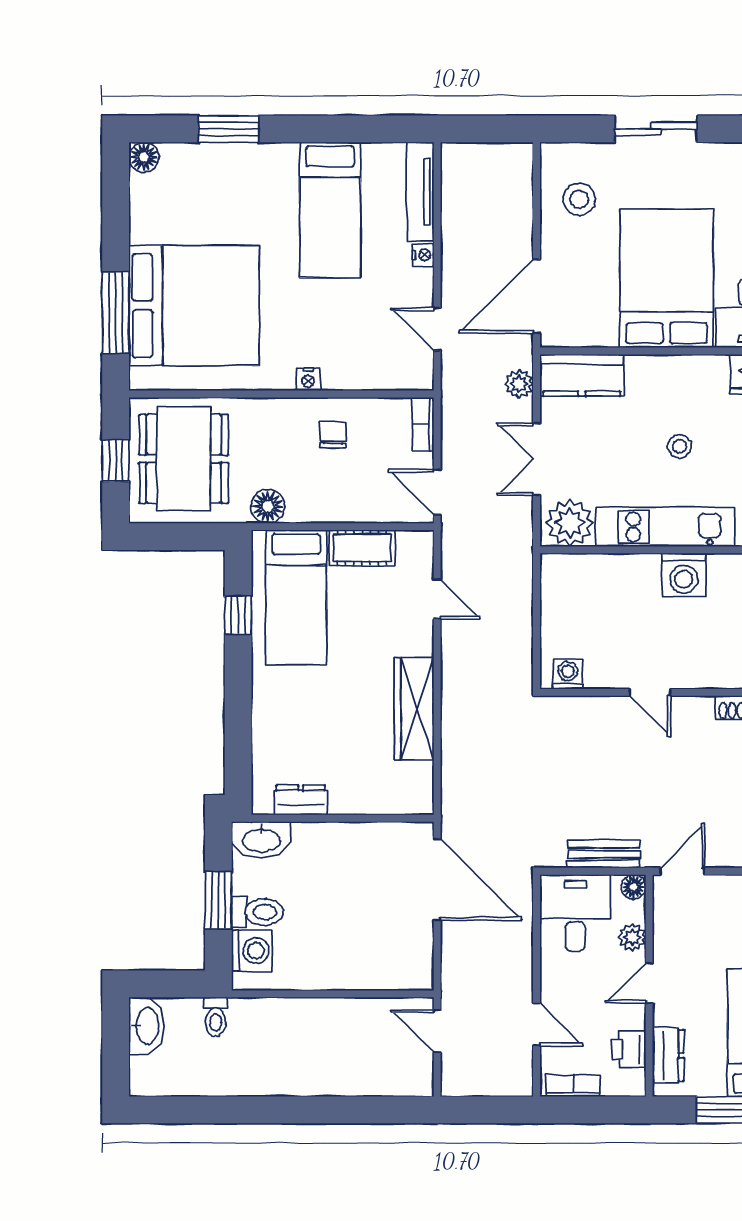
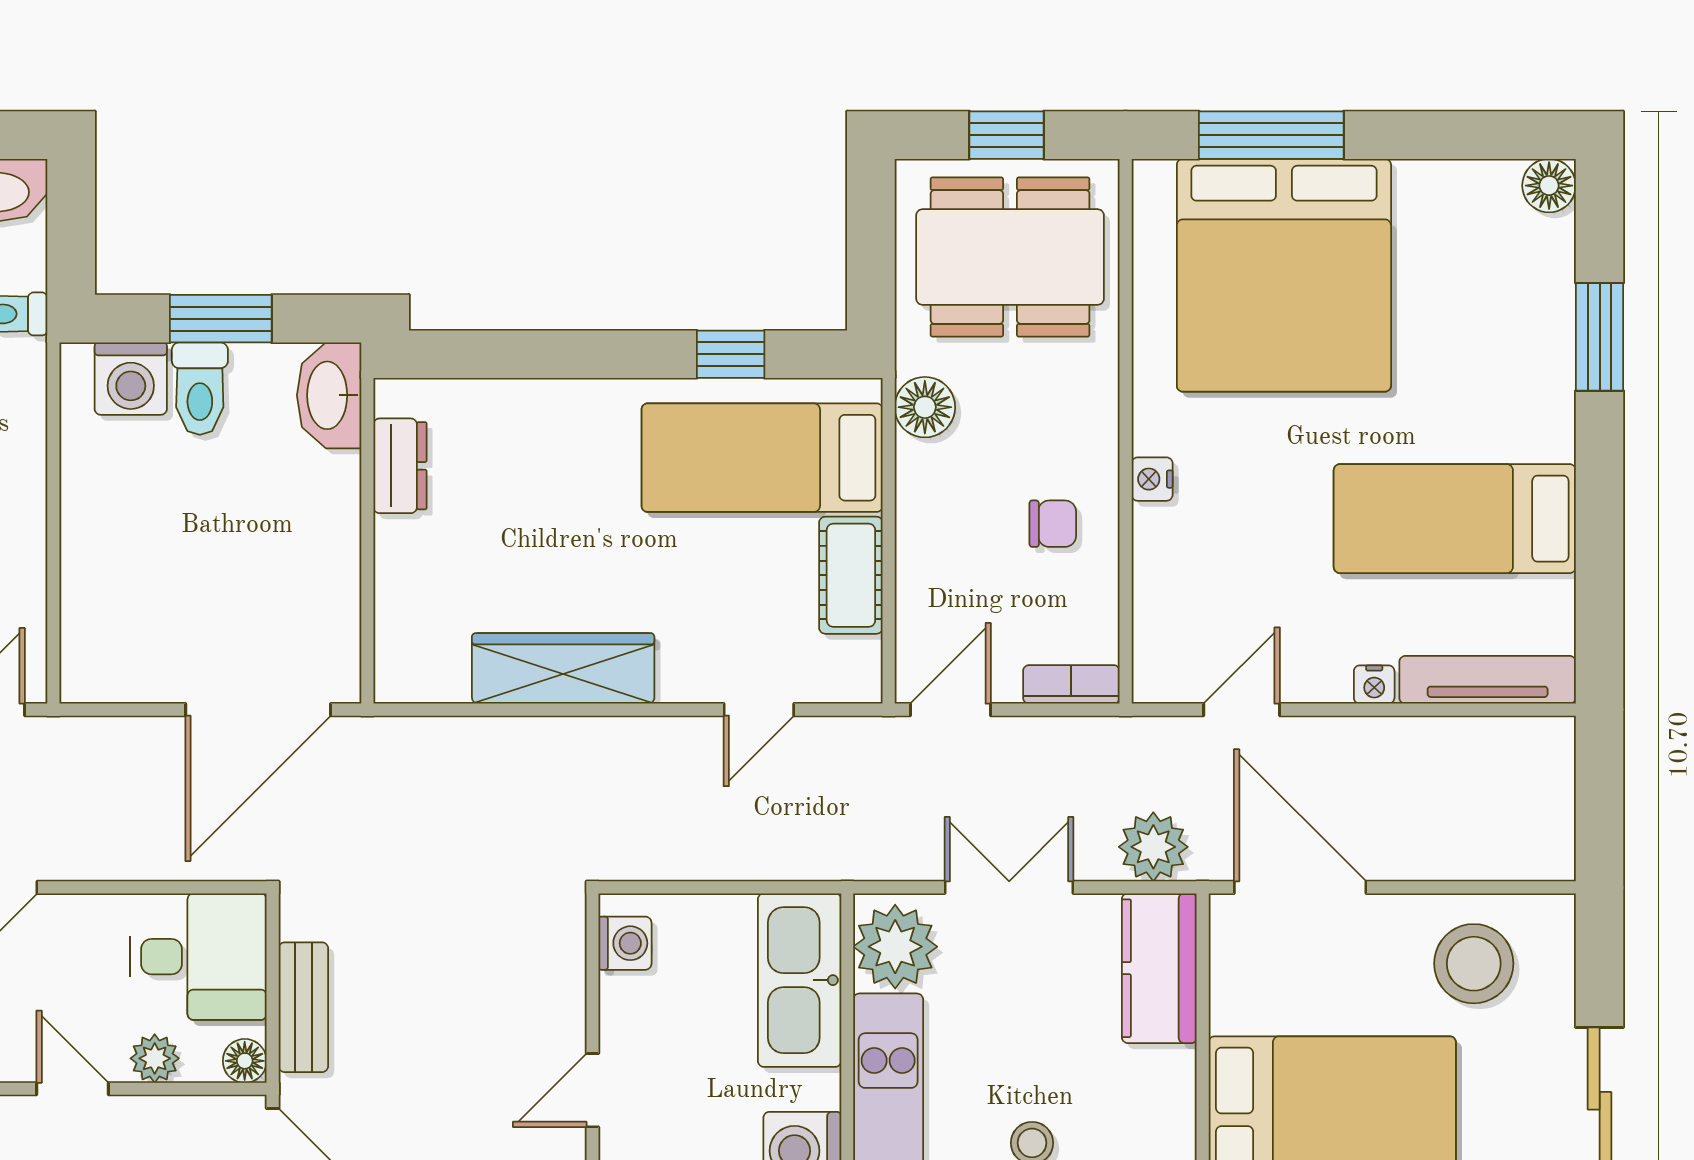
stool: (579, 199) -> (1474, 964), width x1.38, depth x1.38
plant: (519, 384) -> (1153, 847), width x1.38, depth x1.38
kitchen sink: (588, 576) -> (800, 980), added

